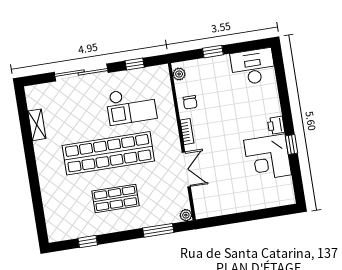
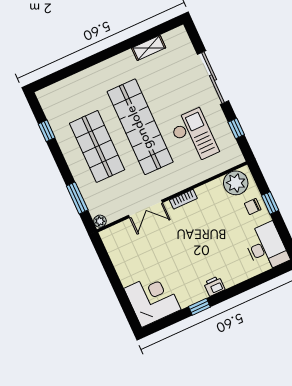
plant: (179, 74) -> (236, 183), width x1.88, depth x1.88
chair: (190, 102) -> (253, 207), moved
checkout: (131, 106) -> (194, 136), turned 180
corner desk: (268, 158) -> (152, 299), moved, turned 90
shop shelf: (115, 198) -> (97, 146), width x1.43, depth x1.36

